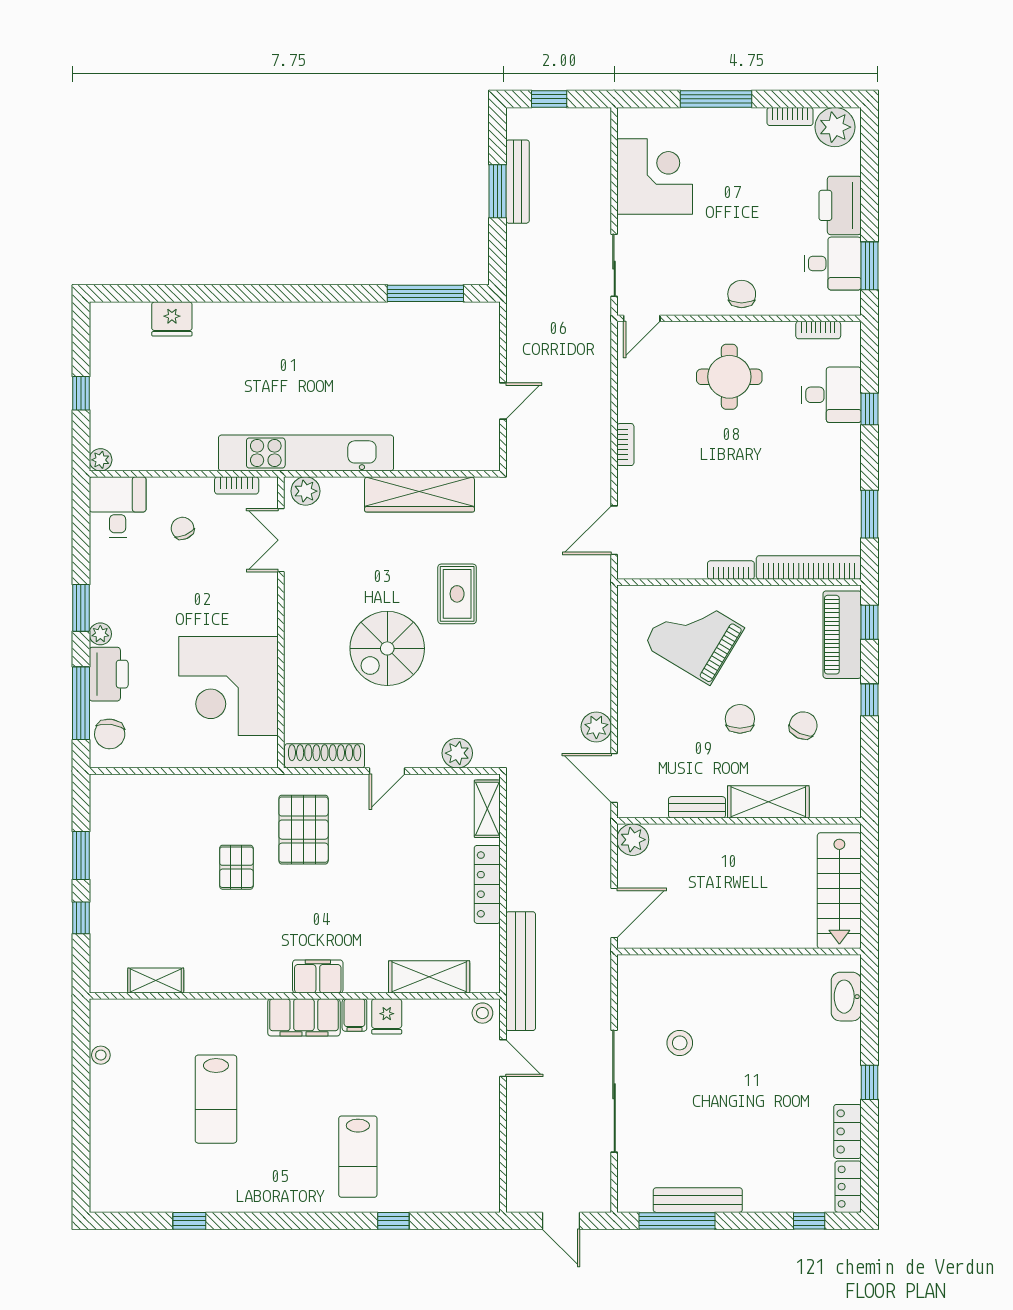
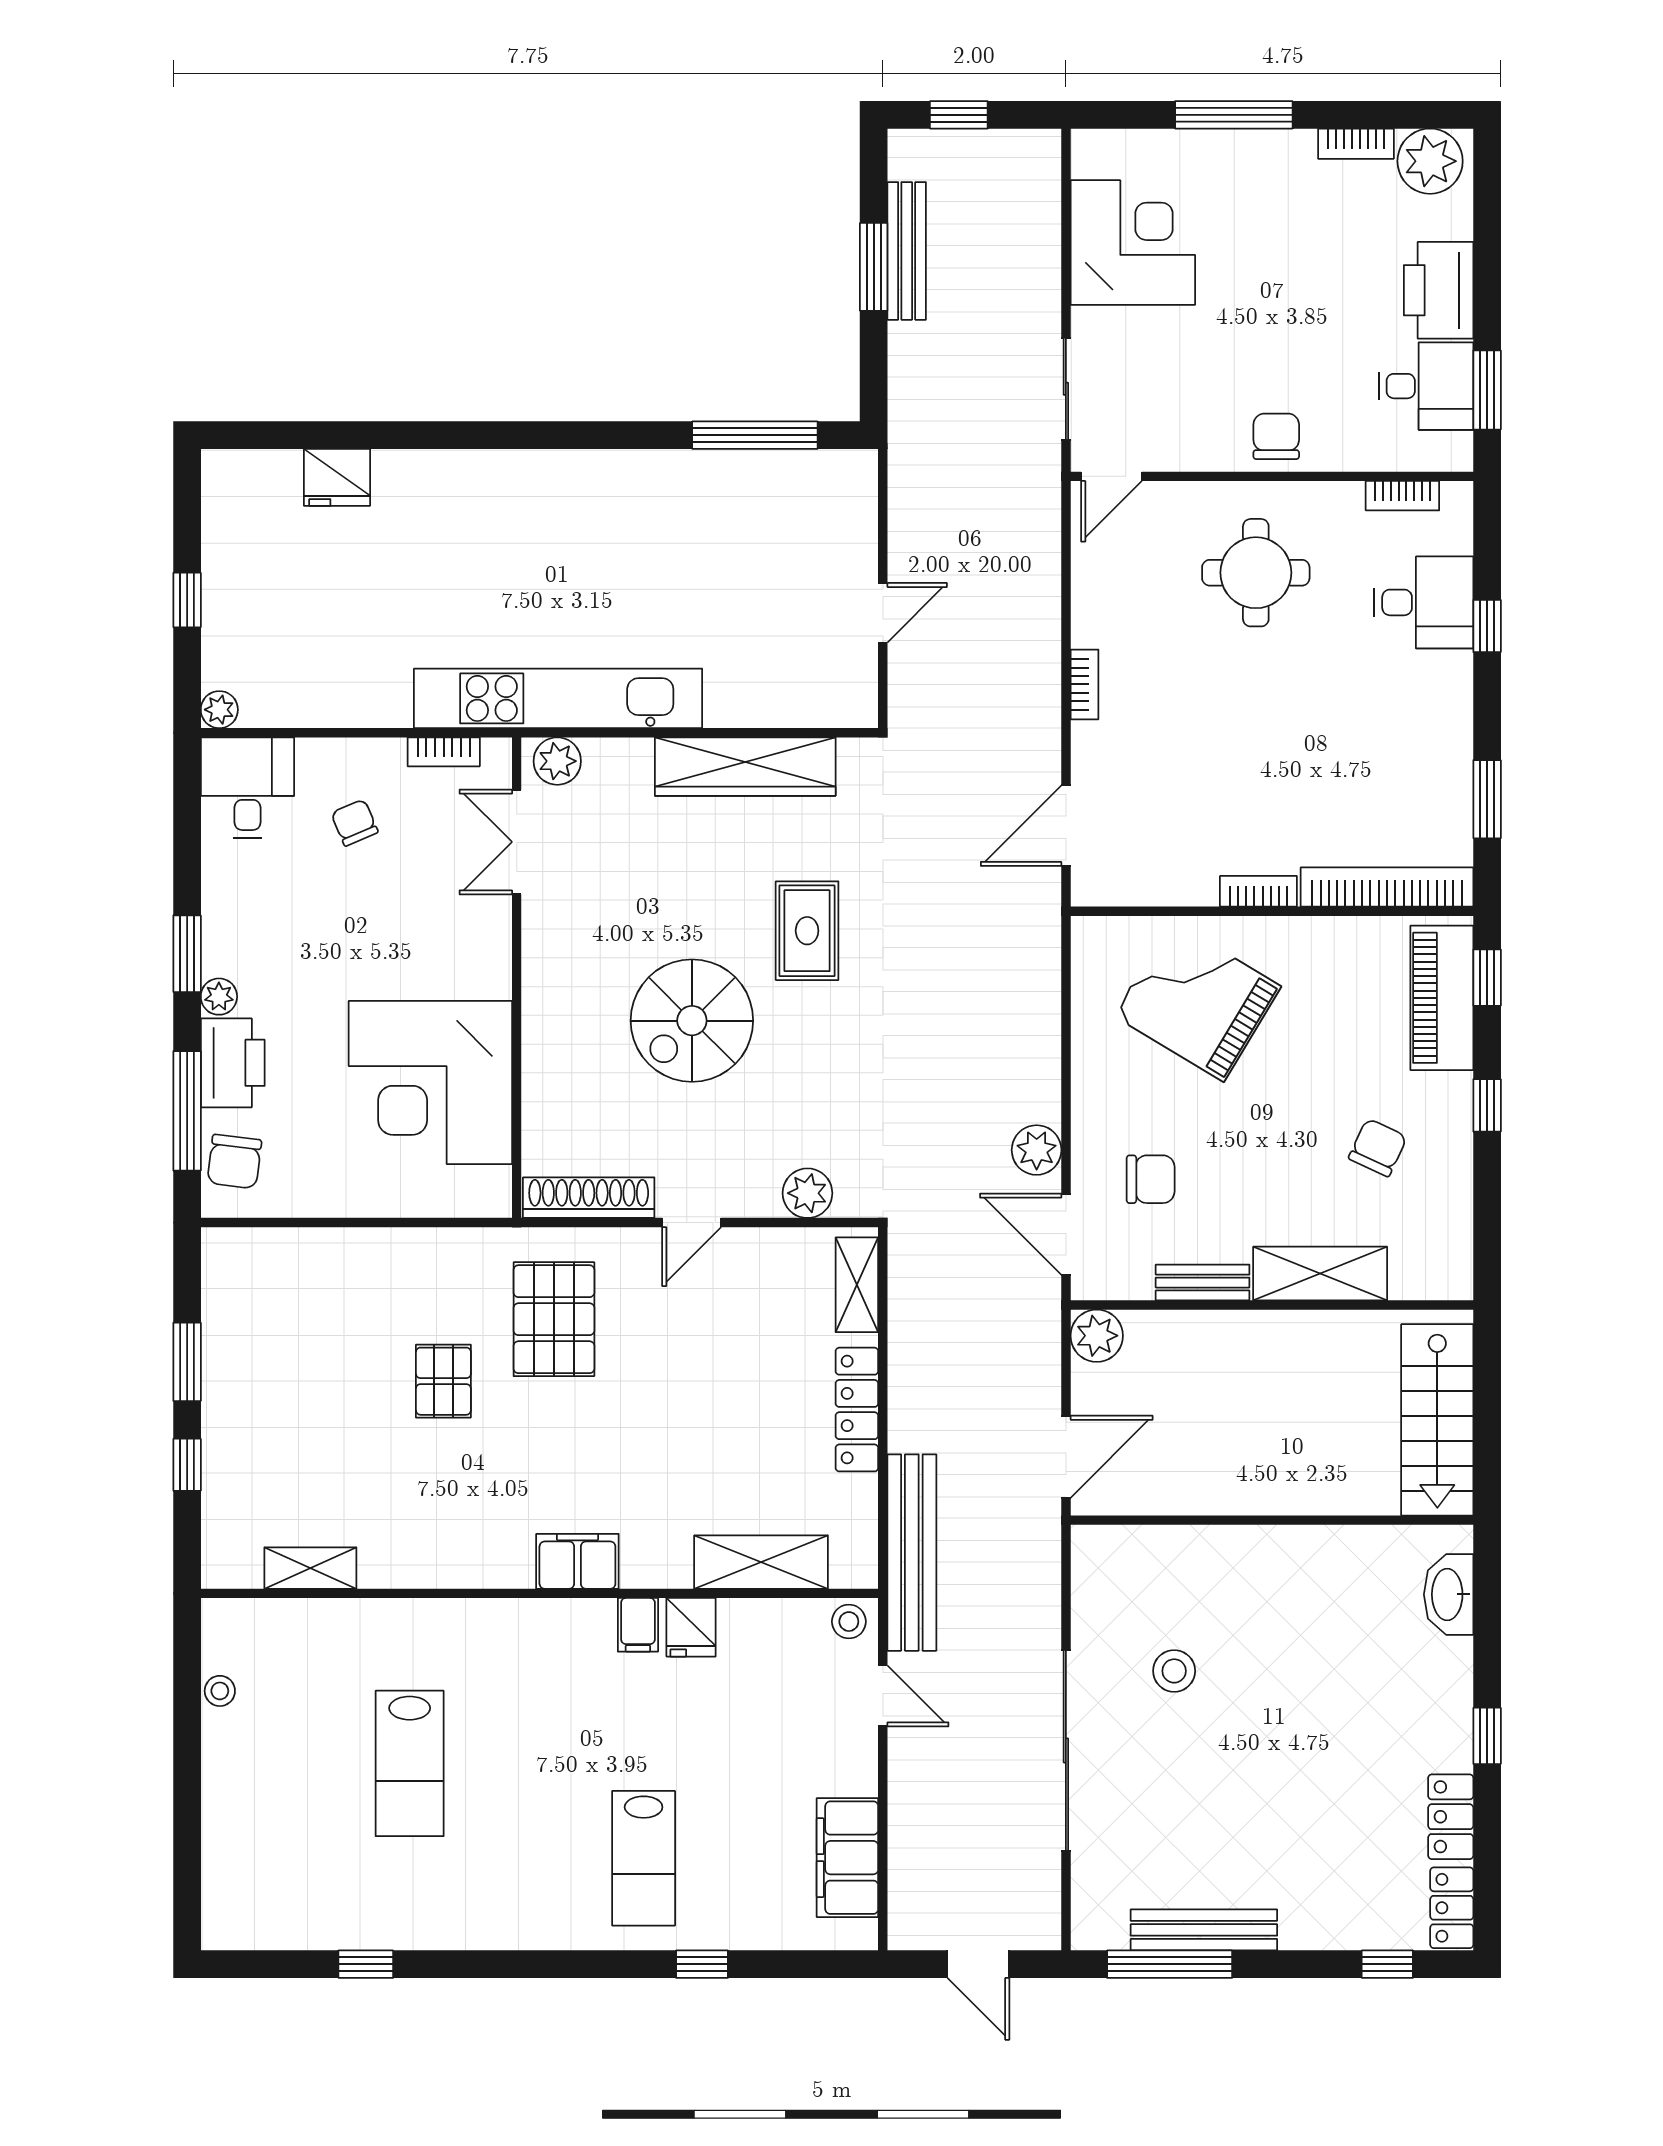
chair: (740, 719) -> (1151, 1179), moved, turned 90
filing cabinet: (304, 1017) -> (847, 1858), moved, turned 90

